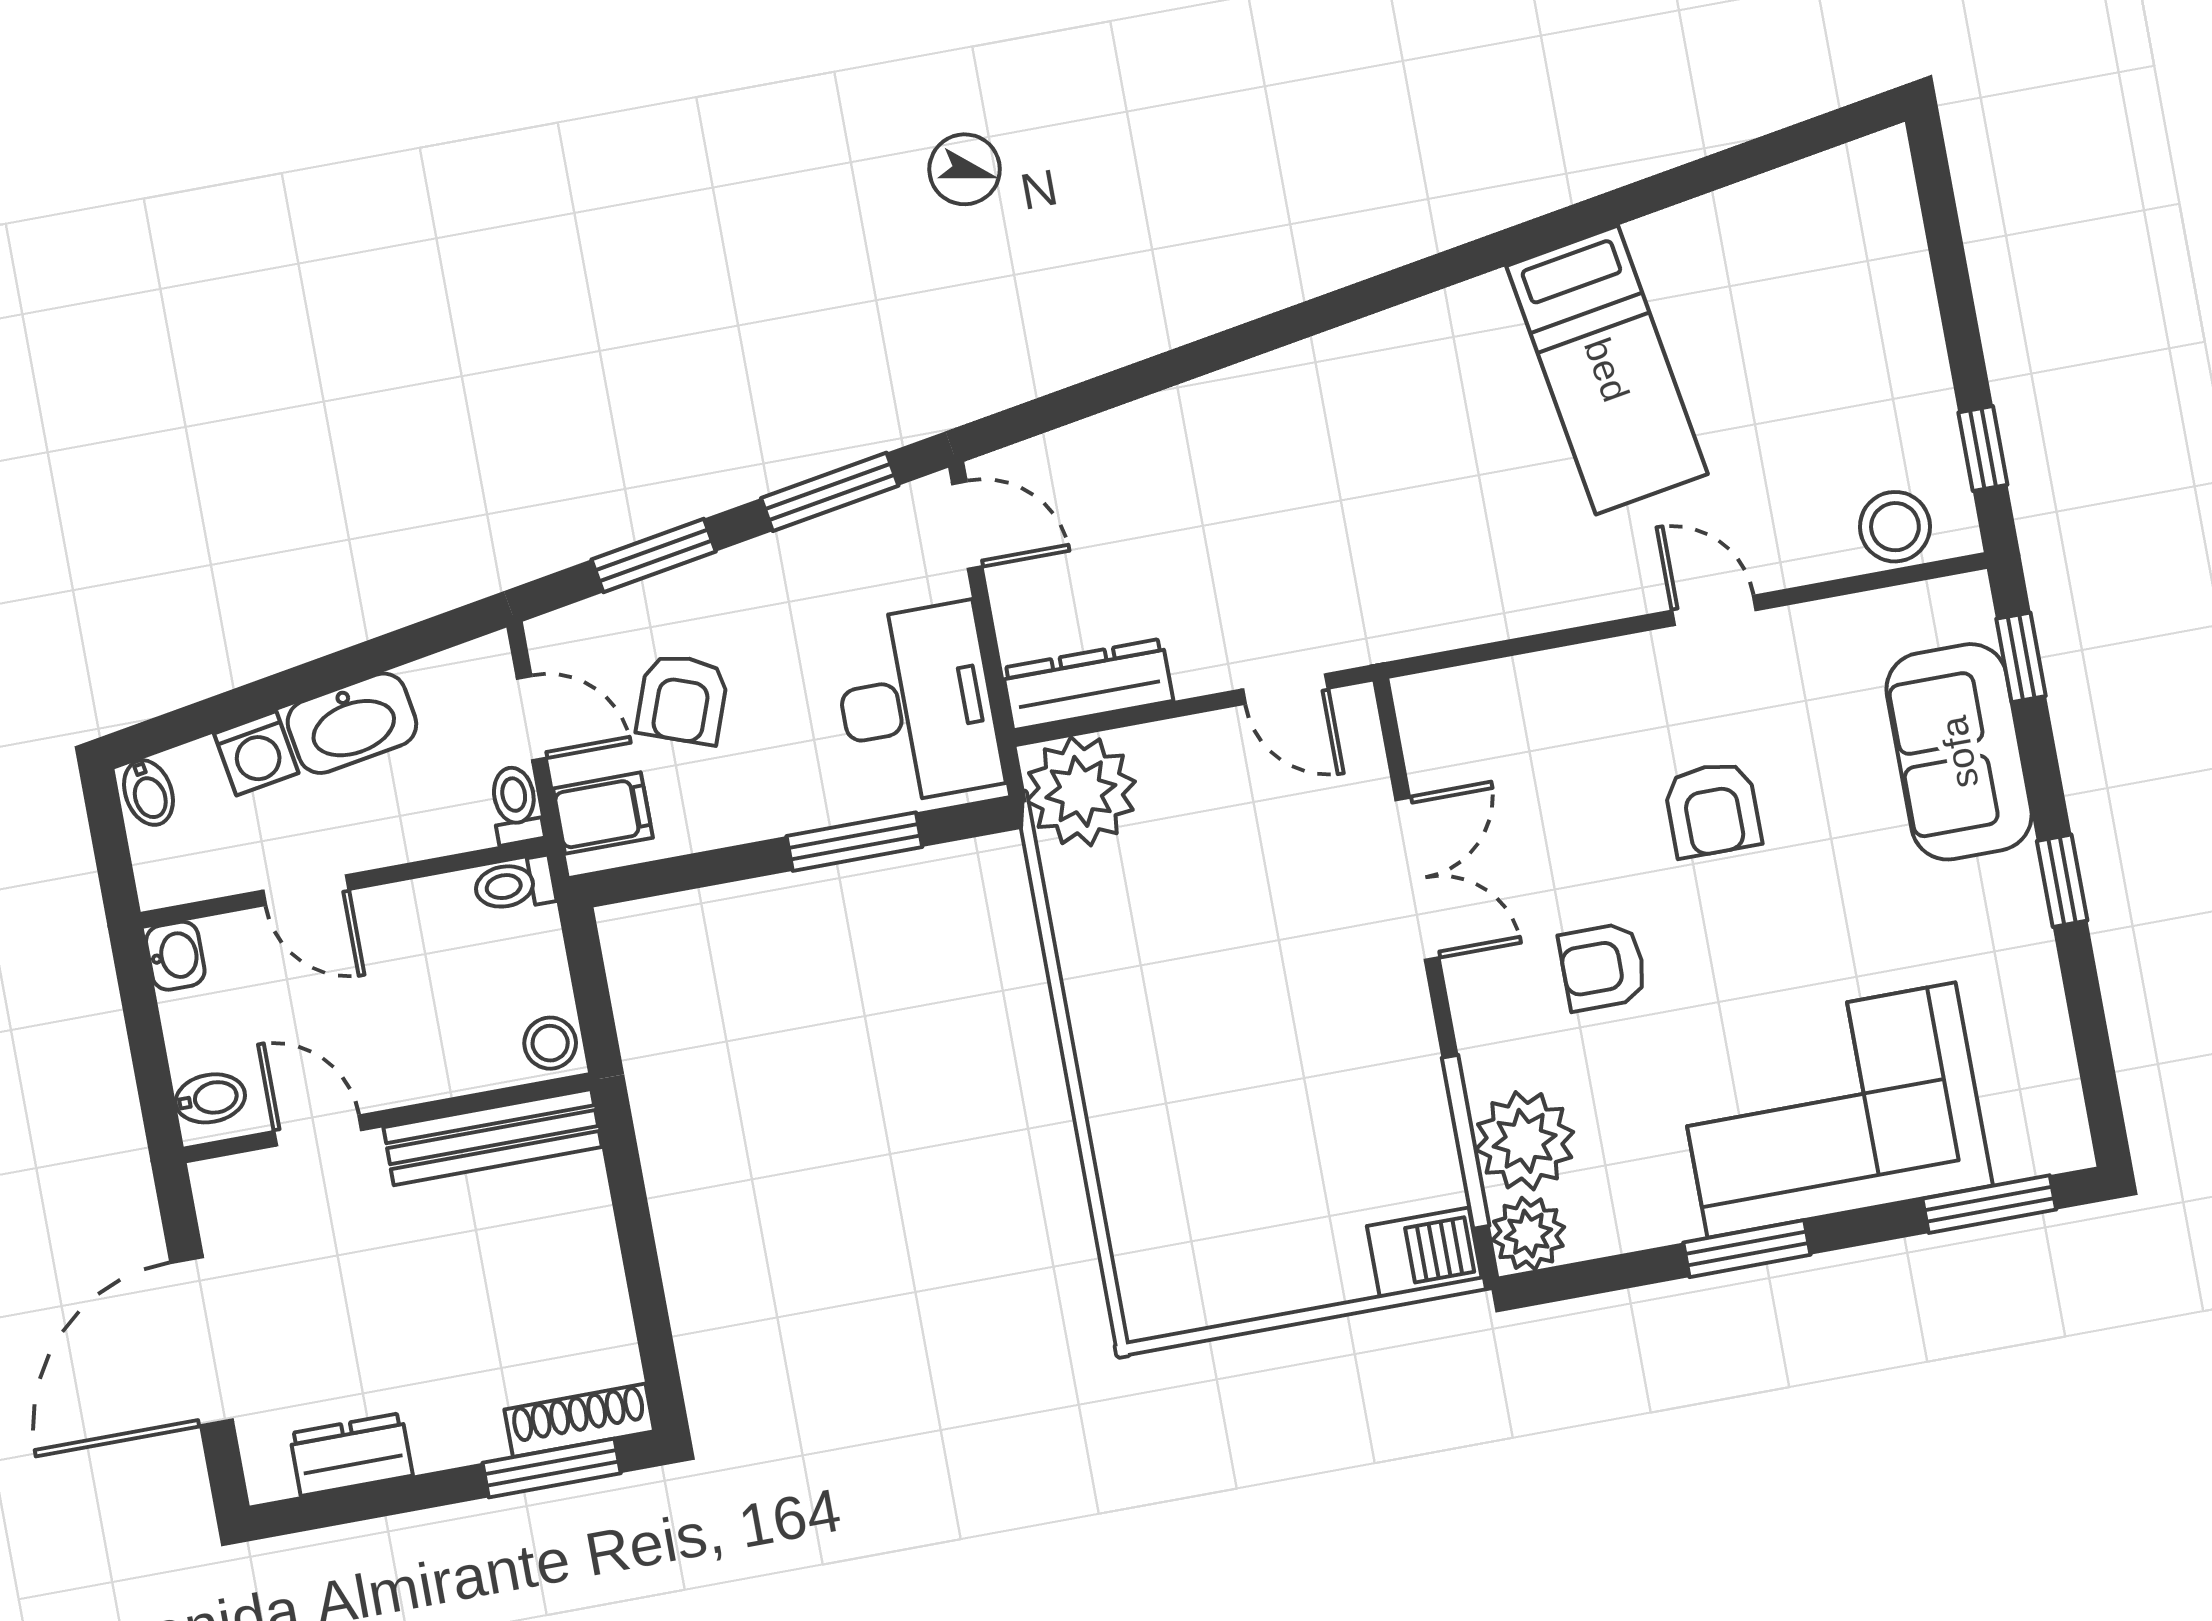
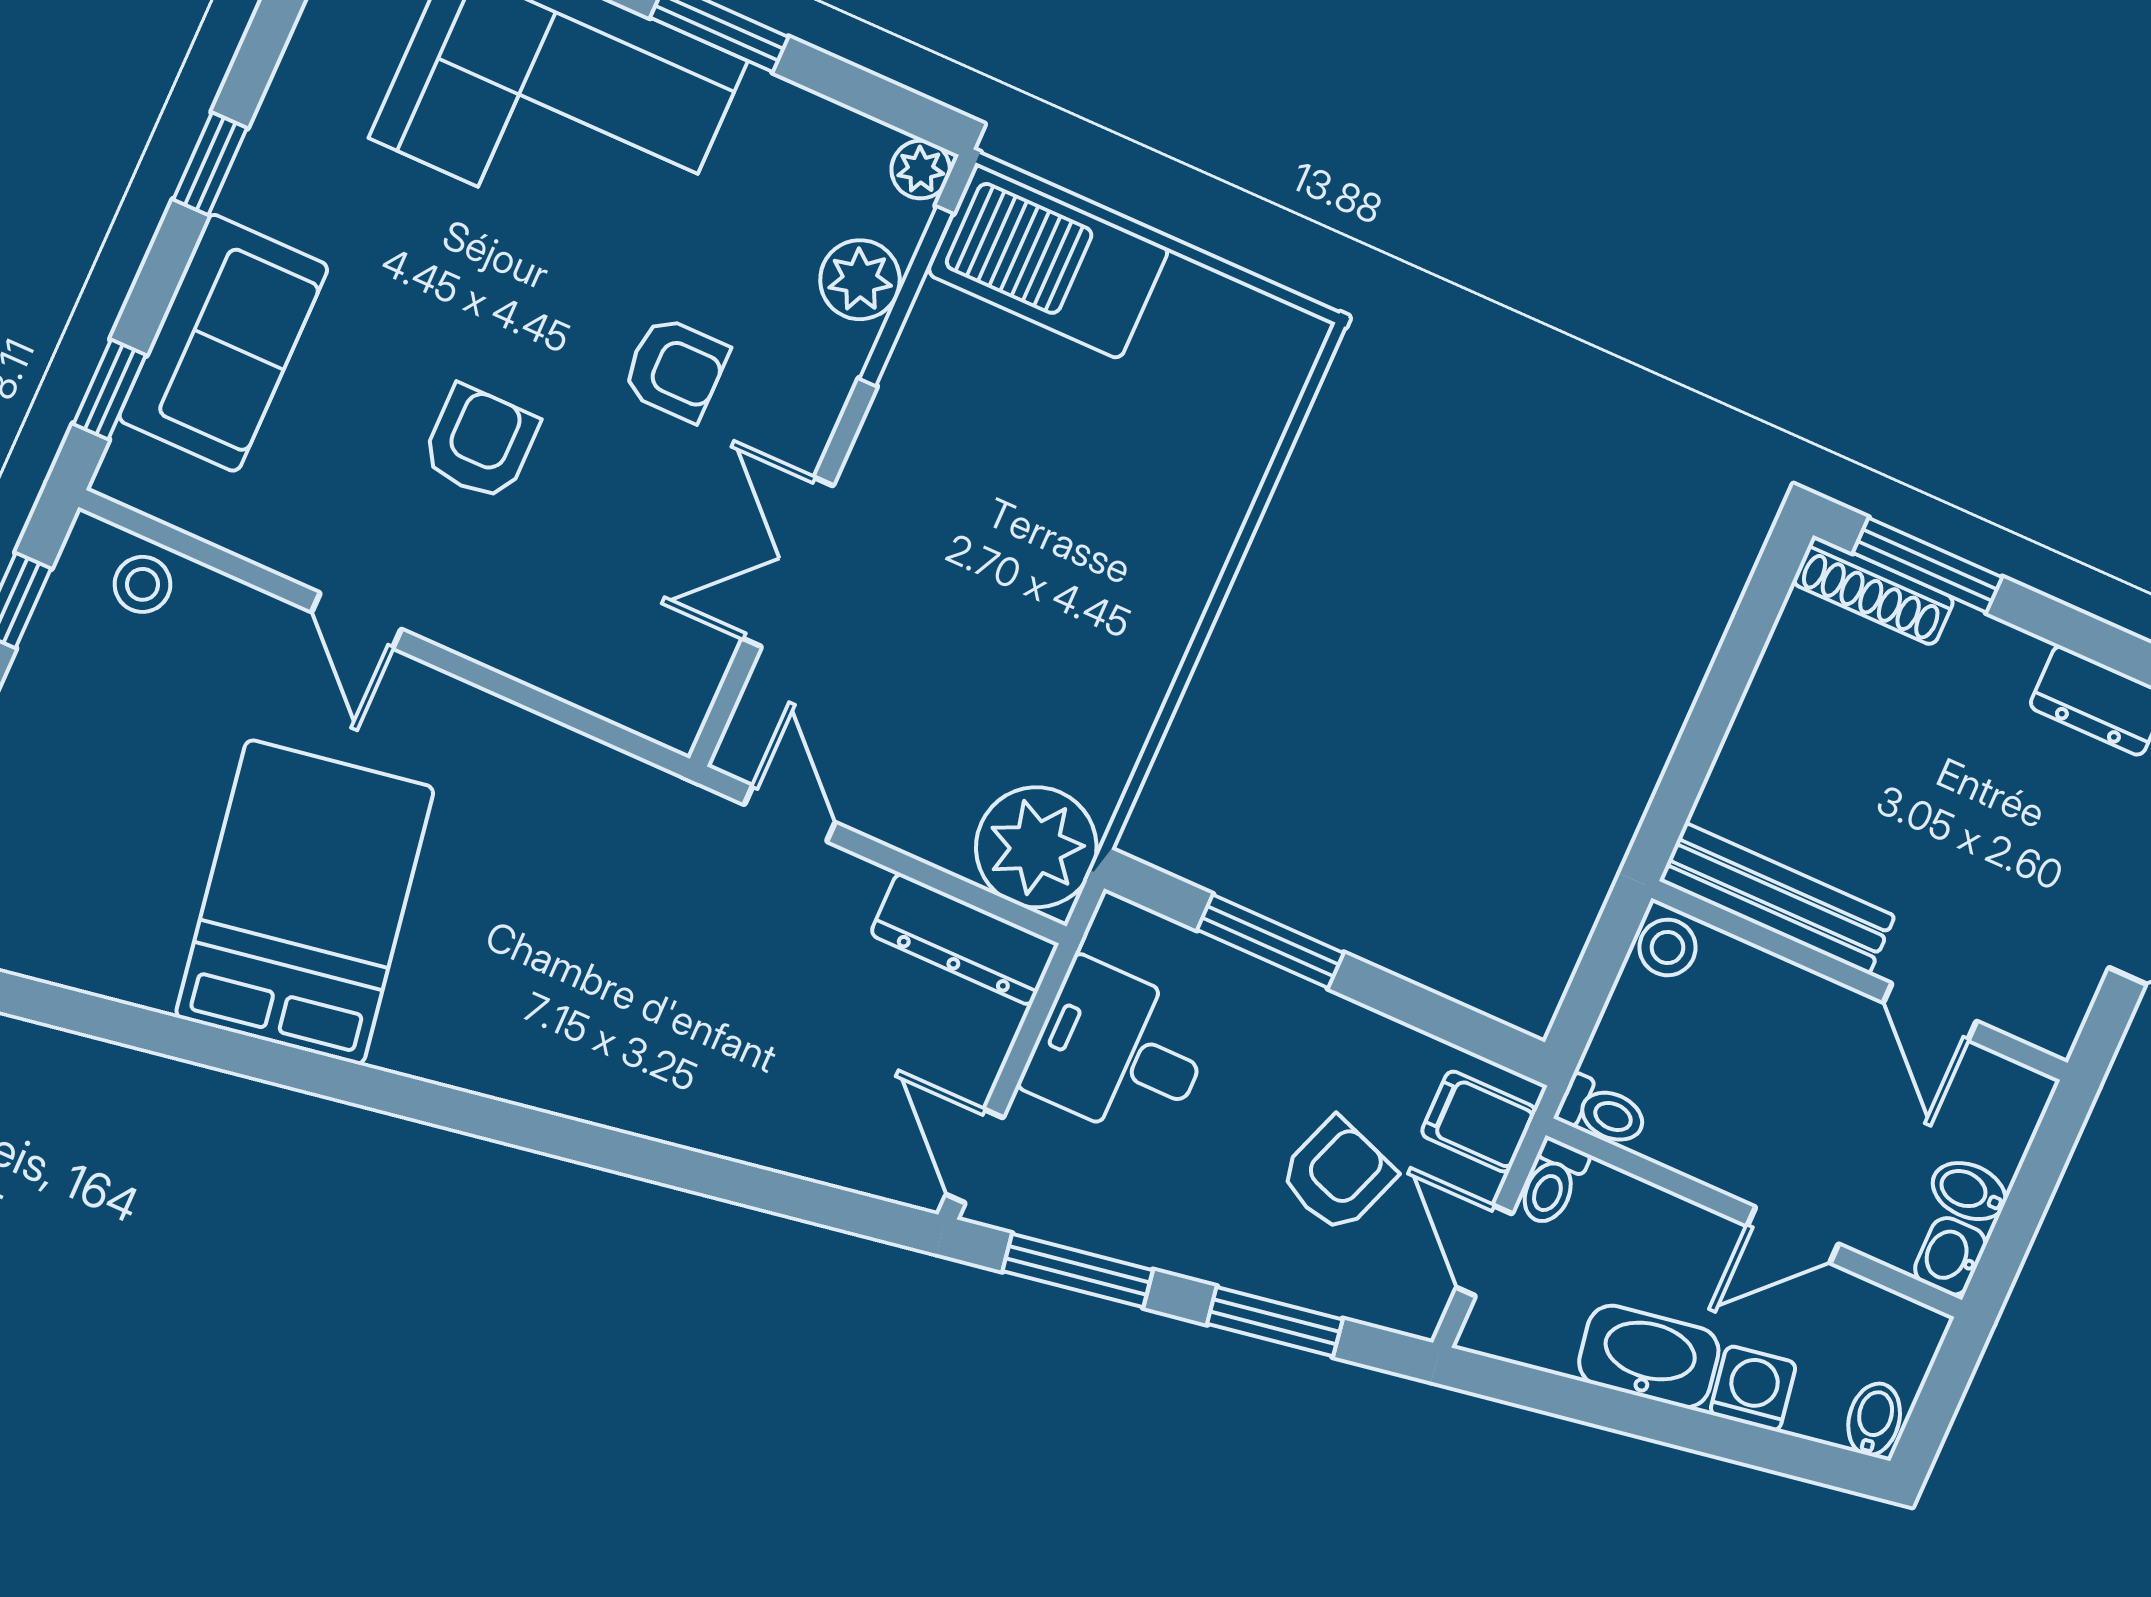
bed: (1607, 370) -> (305, 902), width x1.50
stool: (1895, 527) -> (143, 584), width x0.73, depth x0.73
desk: (917, 704) -> (1119, 1052), width x0.73
door: (306, 890) -> (1793, 1235), swing flipped
bidet: (210, 1098) -> (1969, 1191), moved
plant: (1525, 1141) -> (860, 280), width x0.73, depth x0.73
plant: (1528, 1234) -> (921, 169), width x0.73, depth x0.73
barbecue: (1424, 1253) -> (1048, 261), width x1.88, depth x1.53

